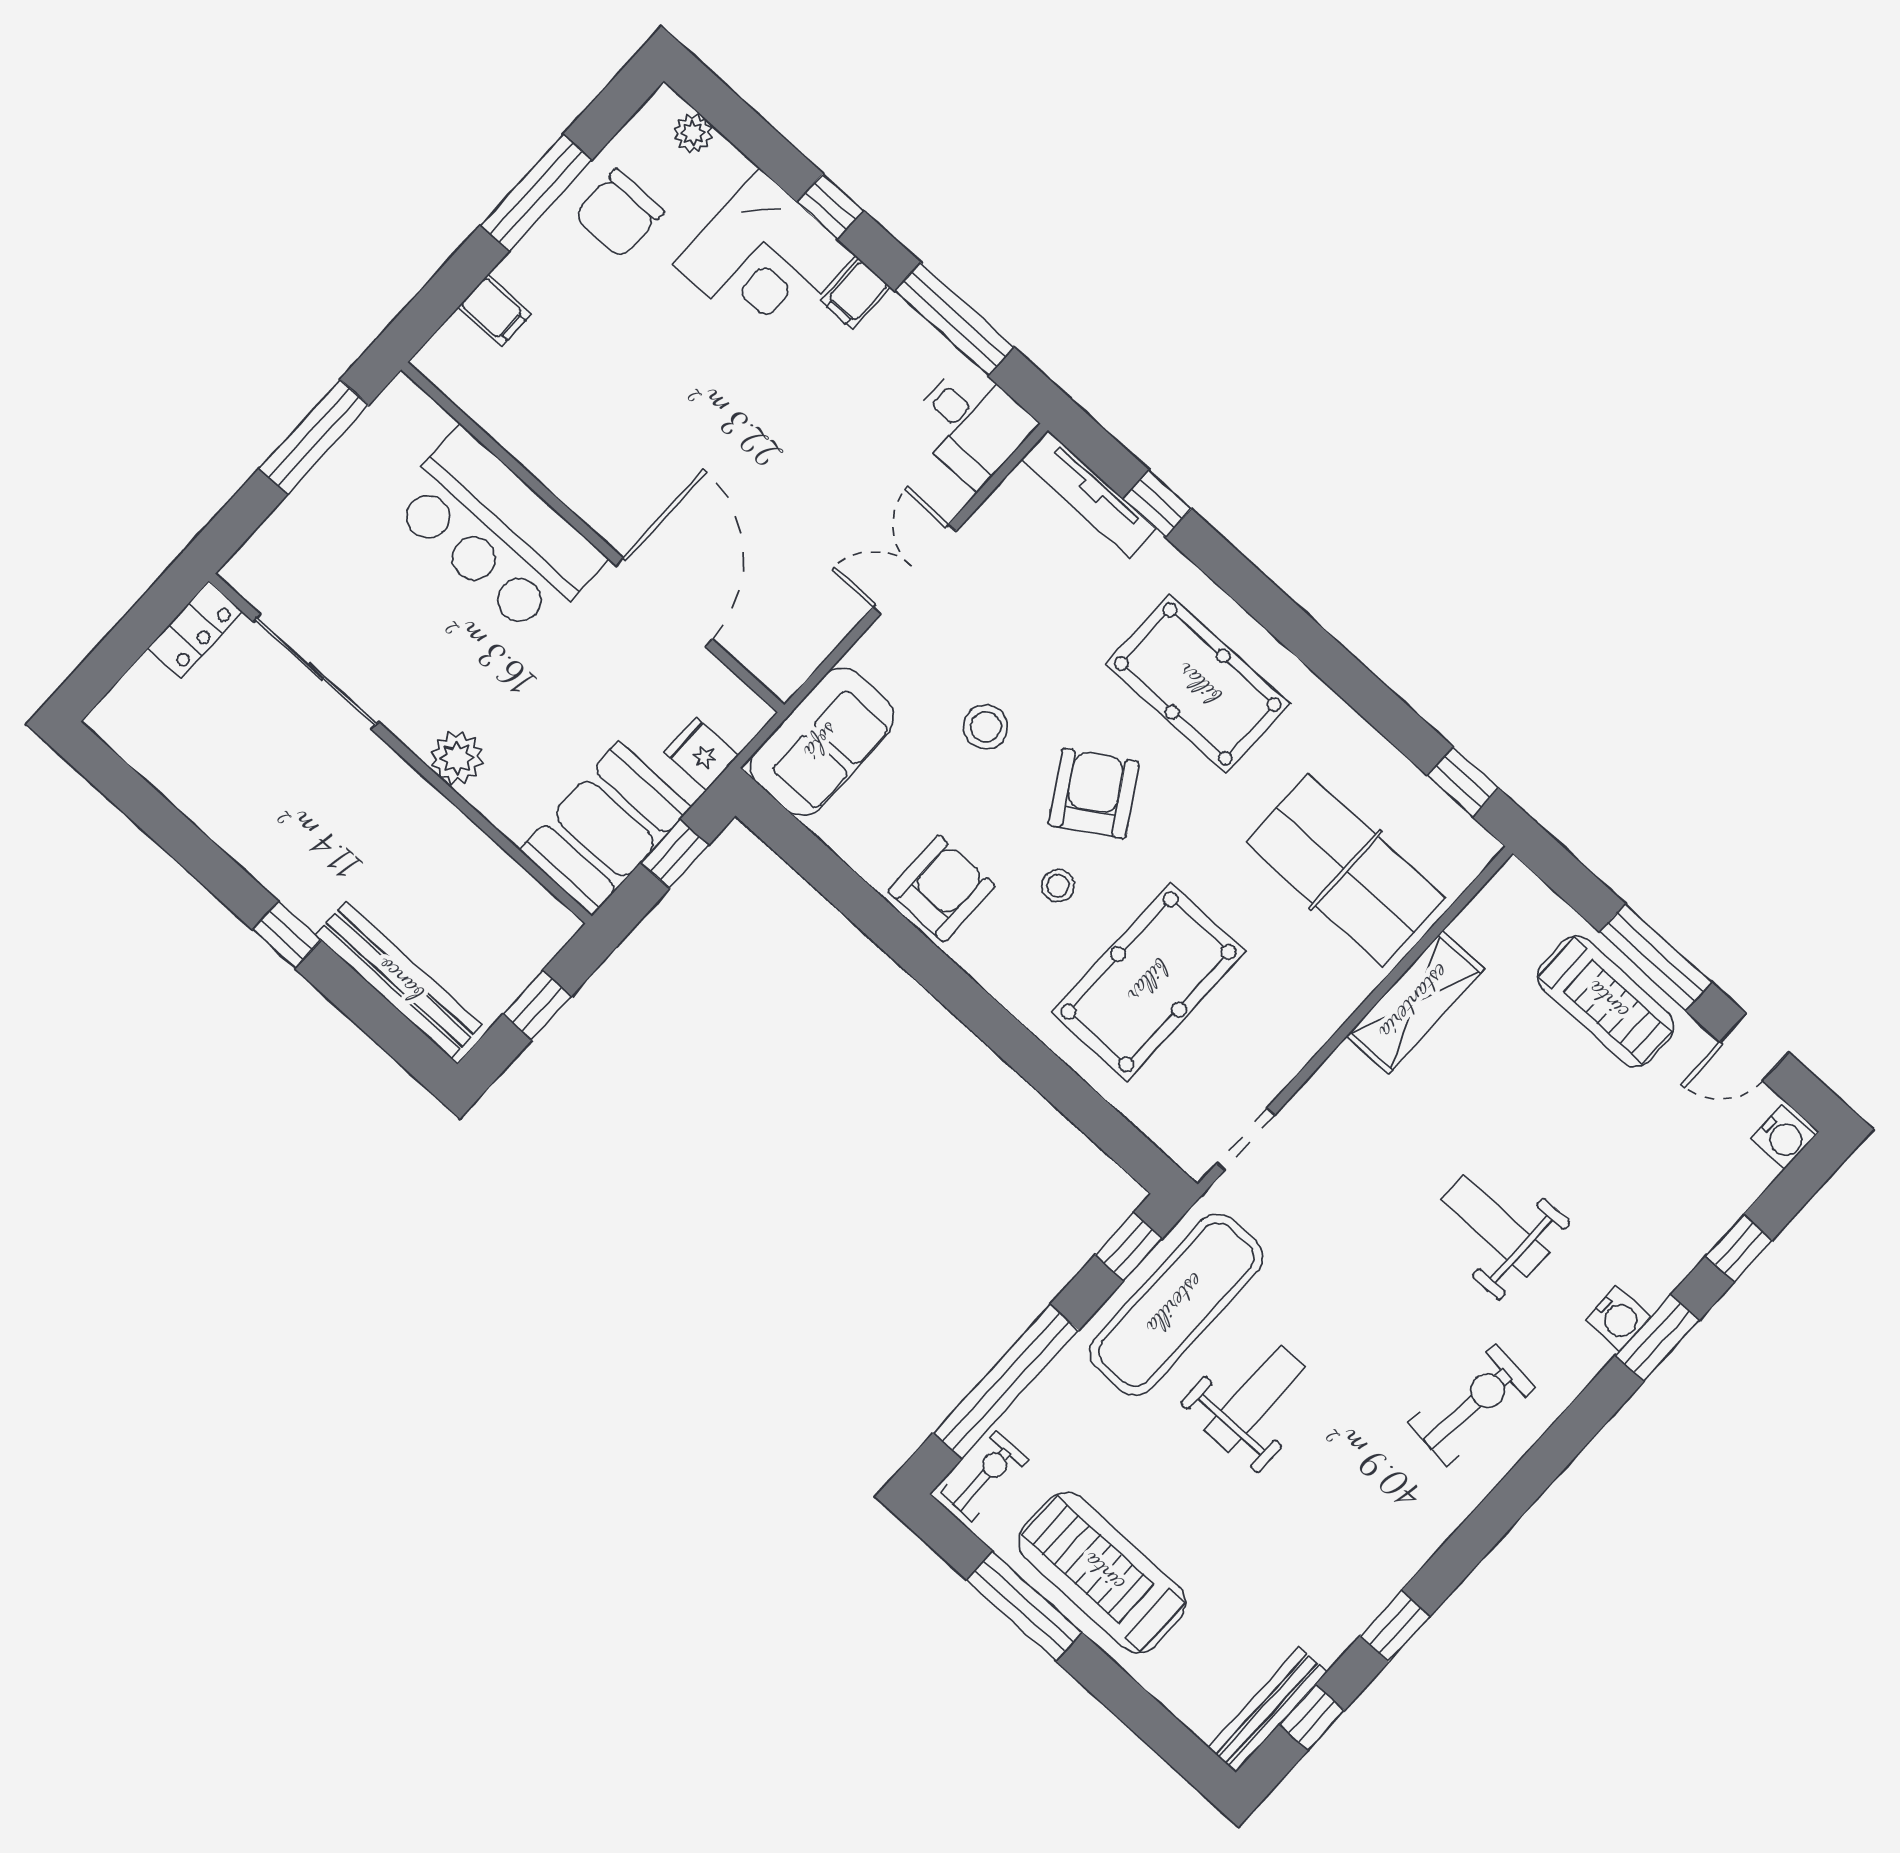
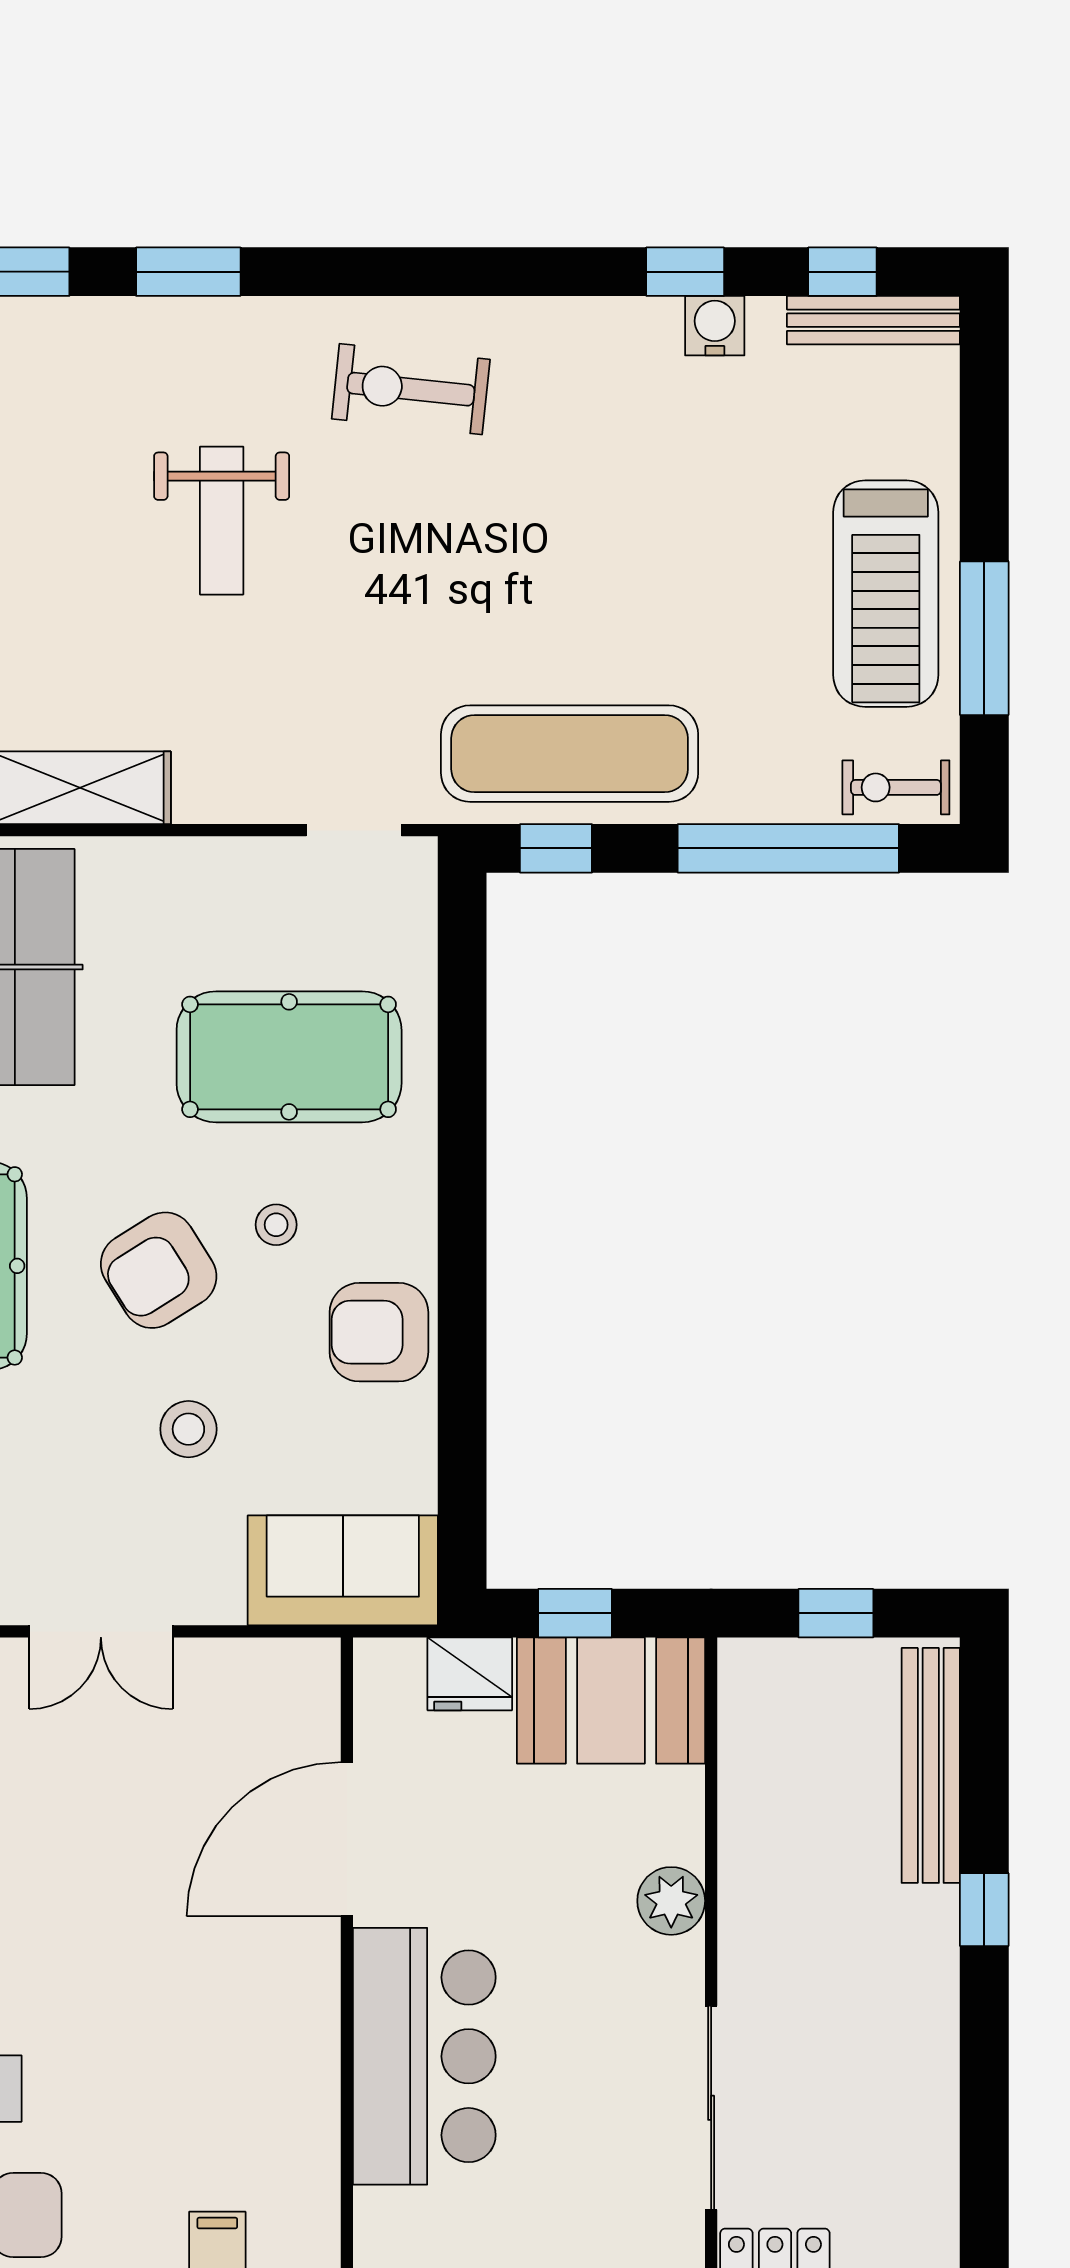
fridge: (701, 754) -> (470, 1674), width x1.38
water cooler: (1618, 1318) -> (715, 326), moved
weight bench: (1254, 1399) -> (591, 599), removed

